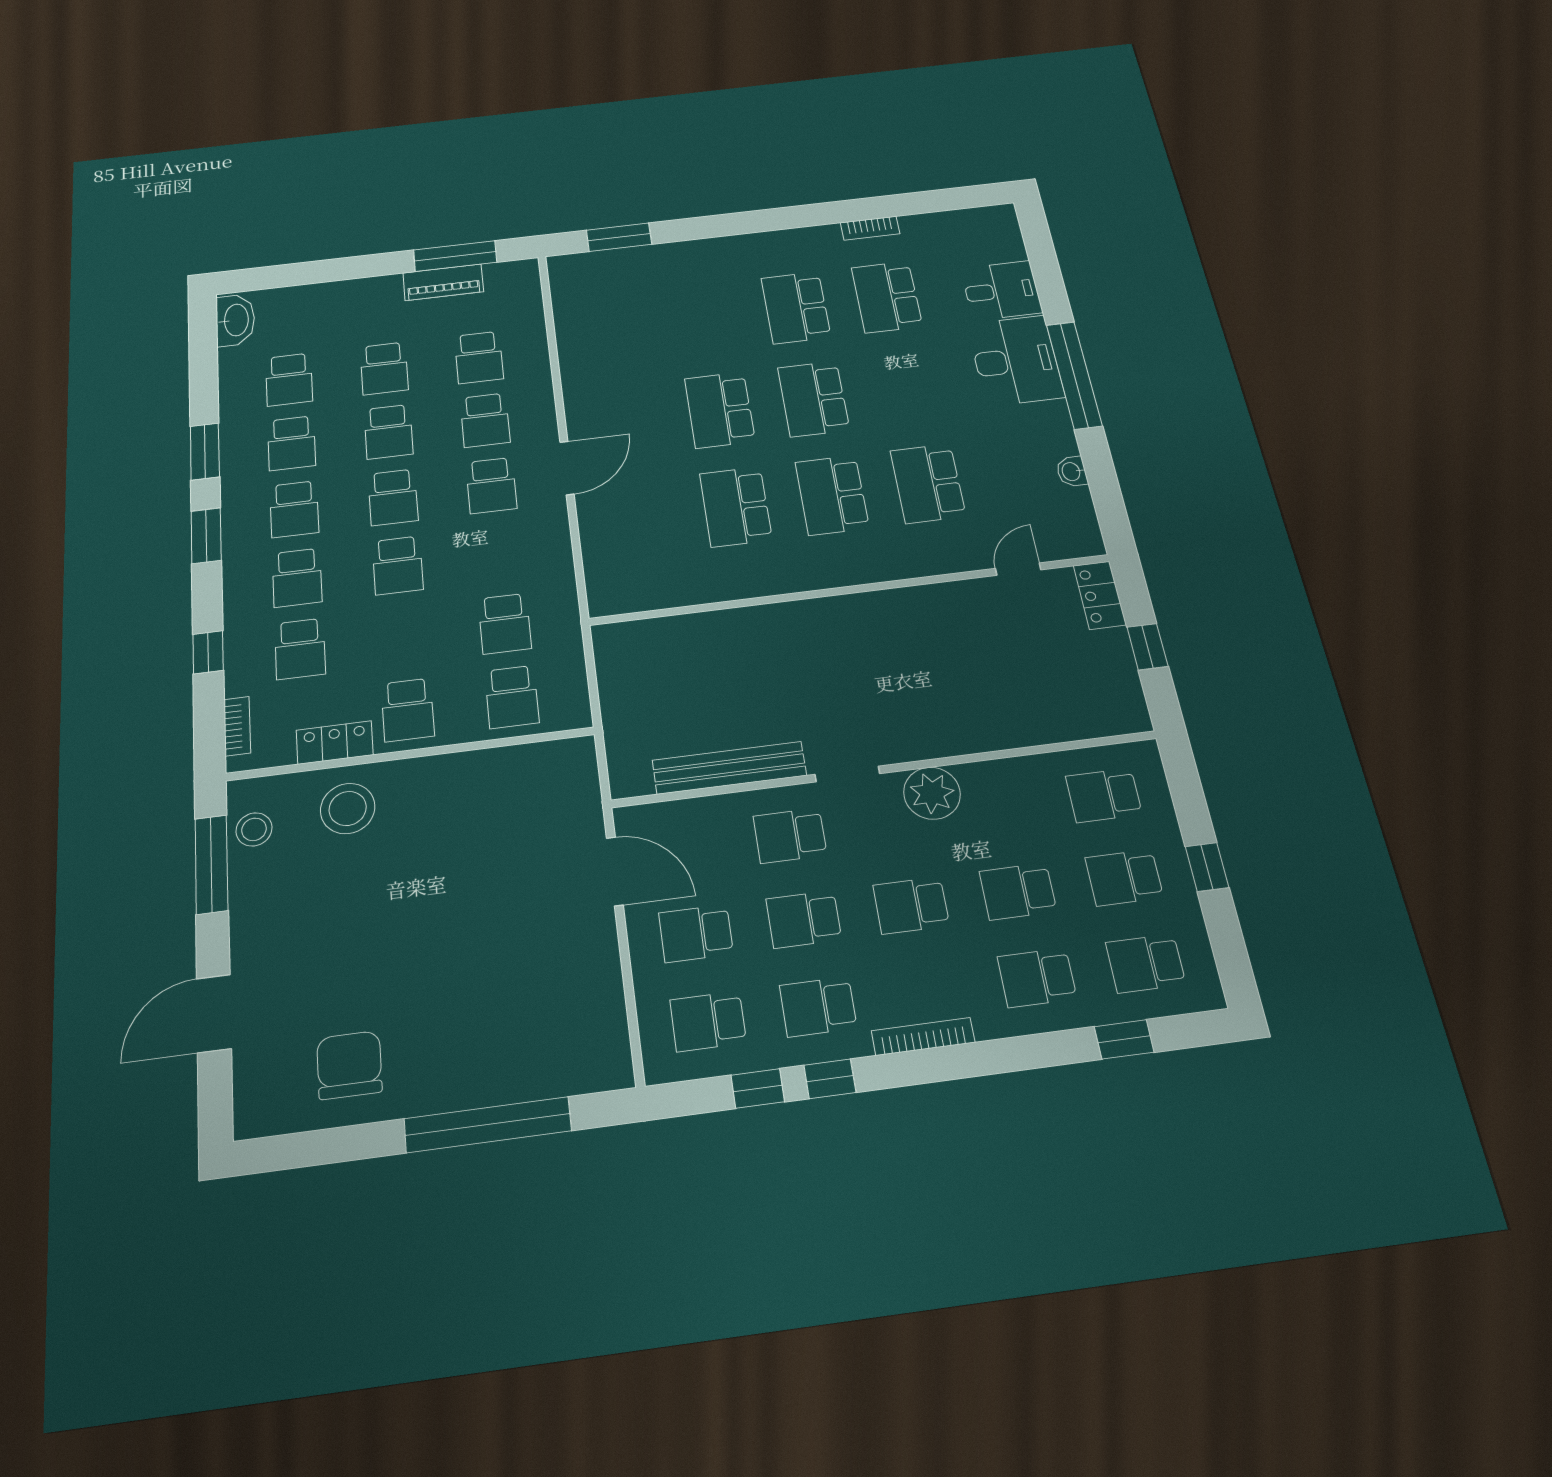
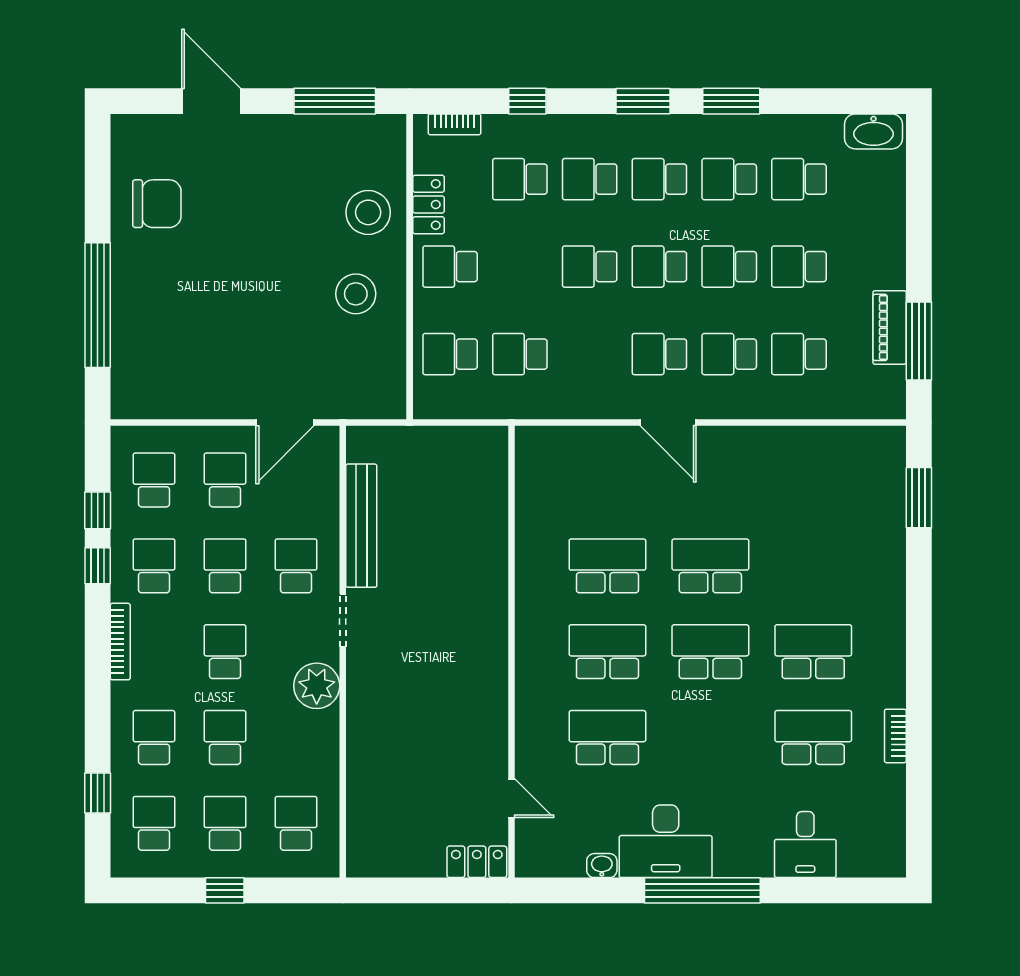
desk: (1016, 361) -> (666, 841), moved
window: (1148, 647) -> (423, 890), removed
stool: (254, 829) -> (356, 294), moved, width x1.38, depth x1.38

